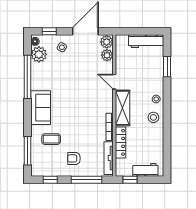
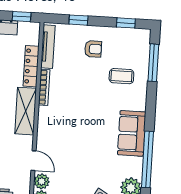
door: (114, 82) -> (34, 161), moved
sofa: (41, 108) -> (132, 133), moved
window: (86, 180) -> (78, 20), width x0.46

